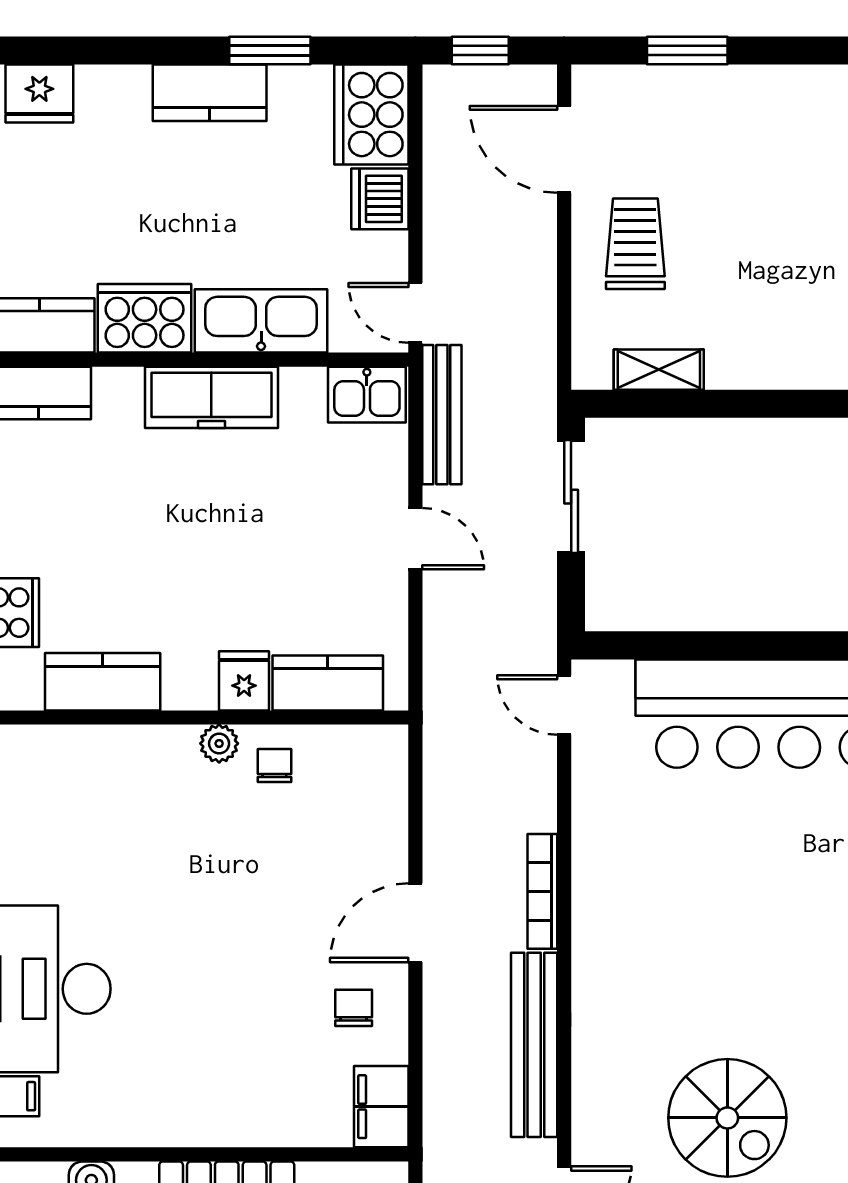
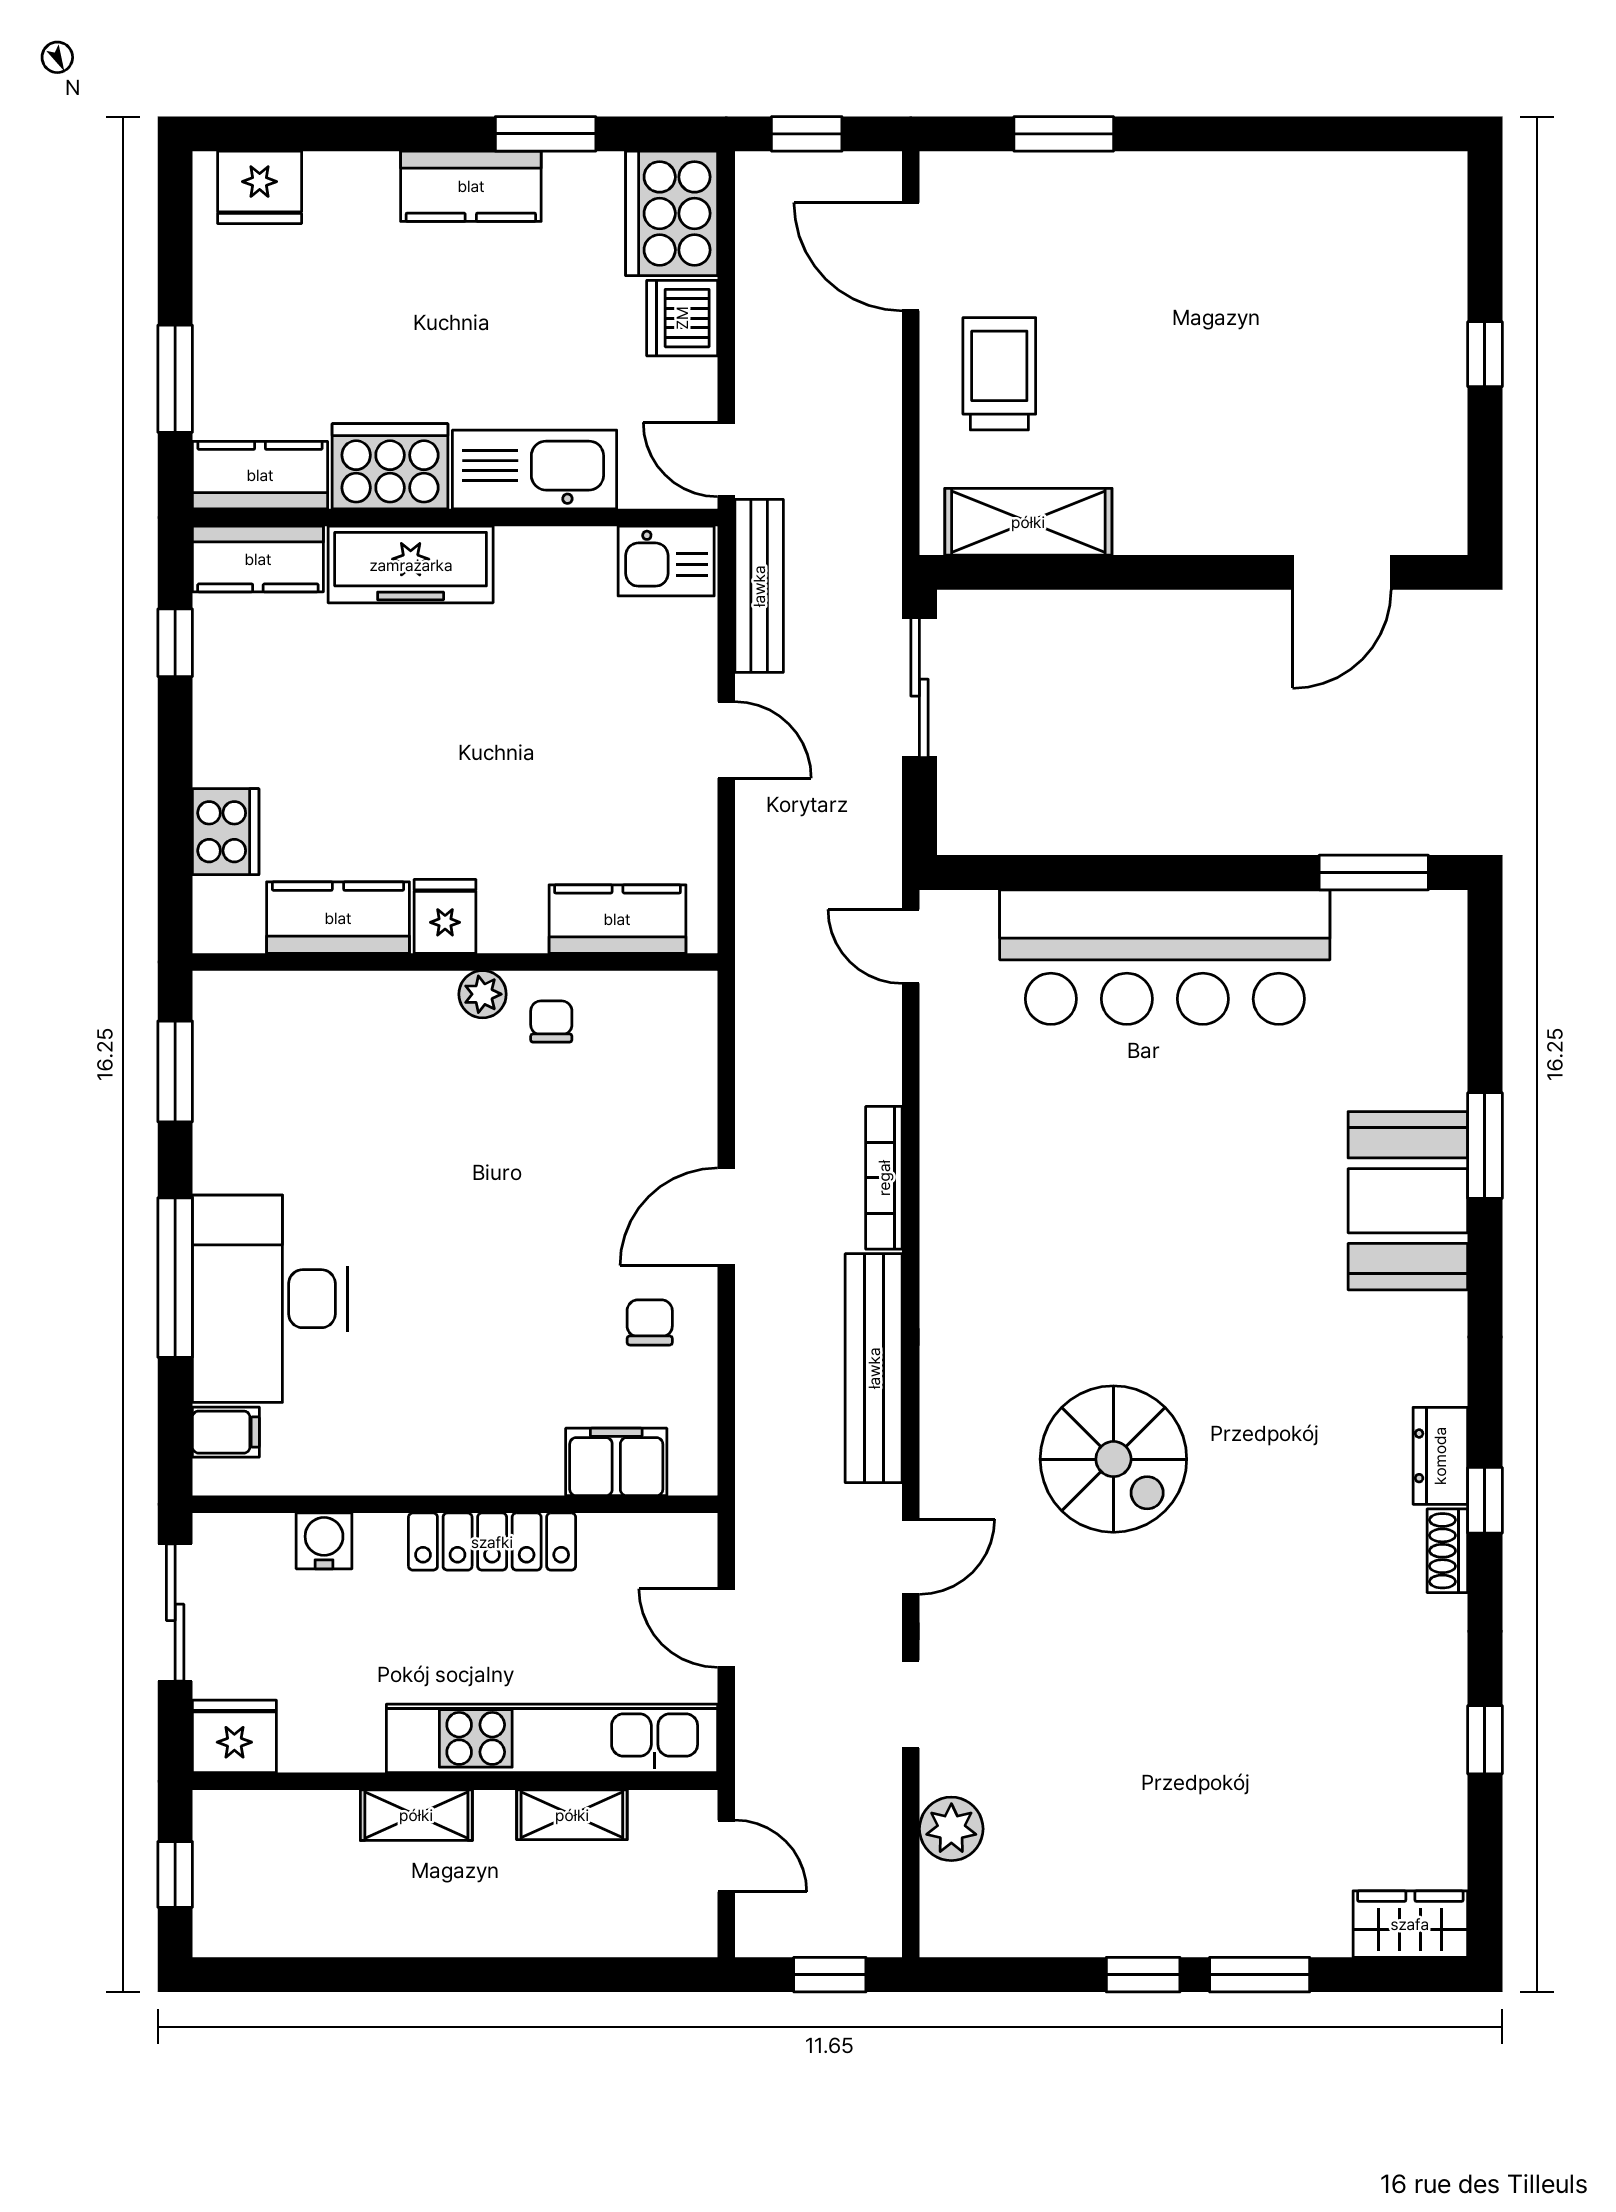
shelving: (659, 370) -> (1028, 522), width x1.50, depth x1.33
freezer: (211, 397) -> (411, 565), moved
fridge: (244, 681) -> (445, 916), moved
filing cabinet: (381, 1107) -> (616, 1462), moved, turned 90

